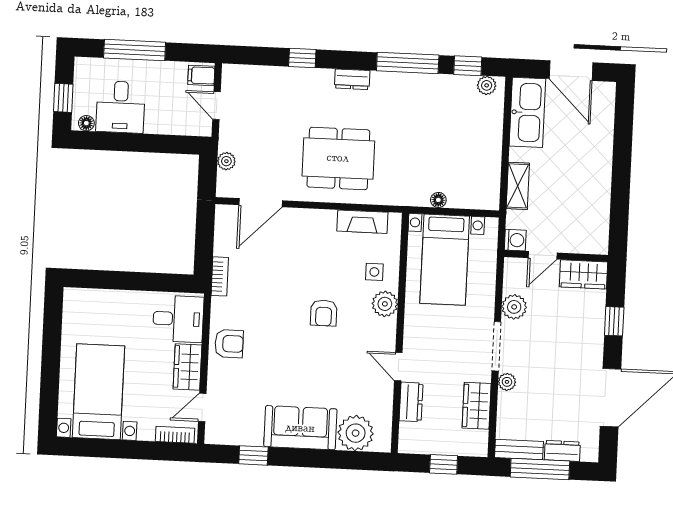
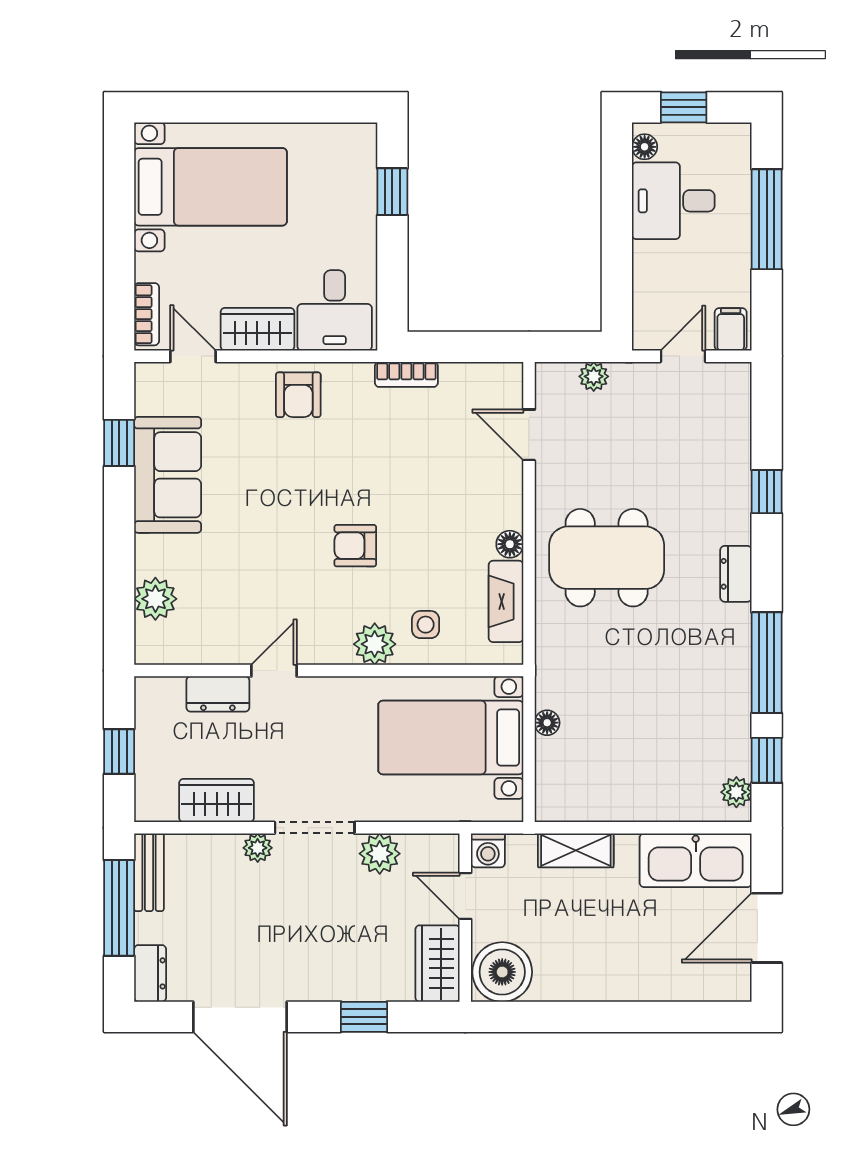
dining table: (338, 158) -> (607, 558), turned 90
door: (261, 203) -> (529, 435), width x0.73
floor lamp: (327, 218) -> (510, 544), added
boiler: (591, 235) -> (502, 972), added
window: (107, 280) -> (392, 192), added
sofa: (300, 428) -> (168, 475), moved
plant: (356, 433) -> (155, 599), width x0.73, depth x0.73
dresser: (562, 451) -> (150, 973), moved

